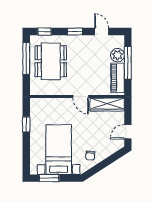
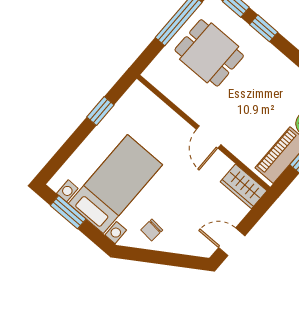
window: (75, 32) -> (264, 28), moved
dining table: (51, 61) -> (209, 53), width x0.73
wardrobe: (107, 105) -> (244, 186), width x0.67

